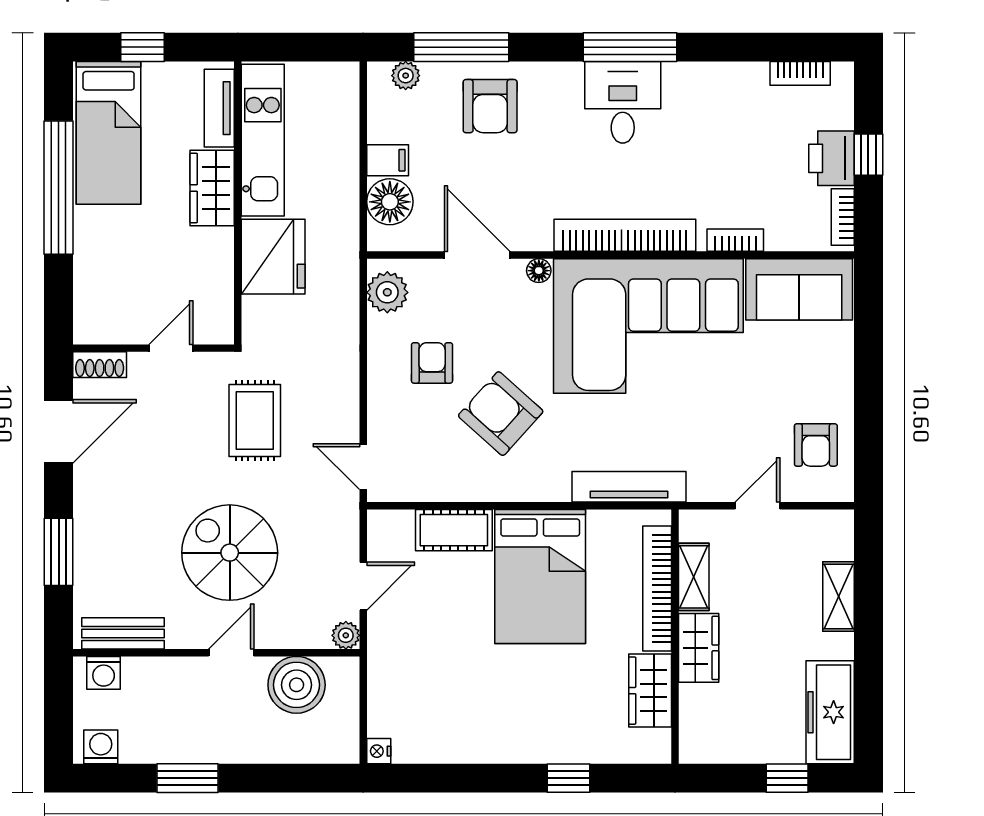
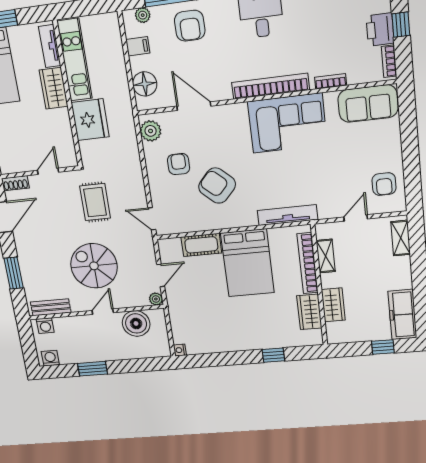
filing cabinet: (388, 160) -> (138, 46), moved
floor lamp: (539, 271) -> (227, 110), removed
corner sofa: (648, 326) -> (287, 123), width x0.73, depth x0.74
shelving: (838, 597) -> (401, 238), moved
wardrobe: (699, 648) -> (333, 305), moved

